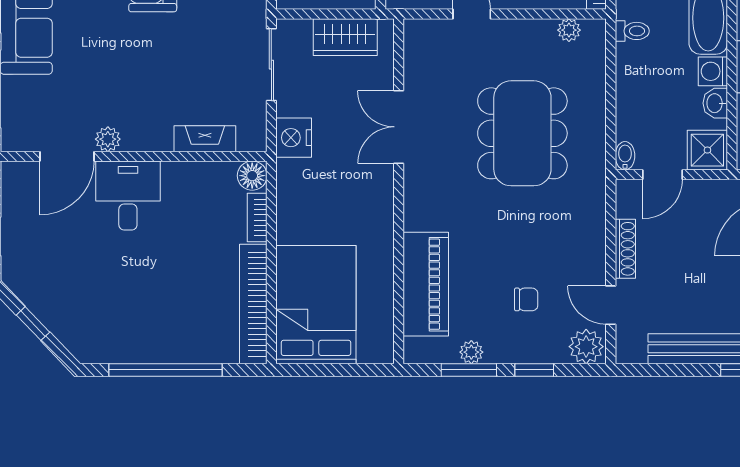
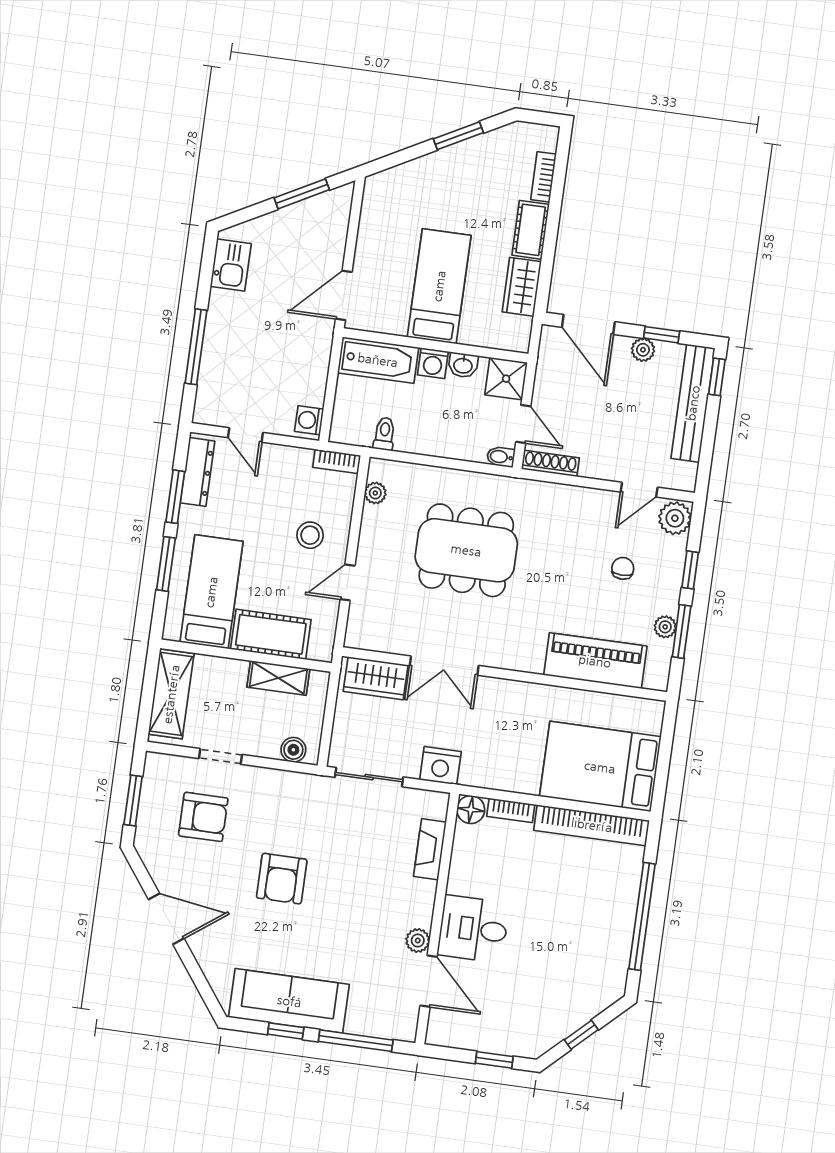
wardrobe: (345, 37) -> (376, 678), moved, turned 90
shoe rack: (625, 249) -> (550, 463), moved

